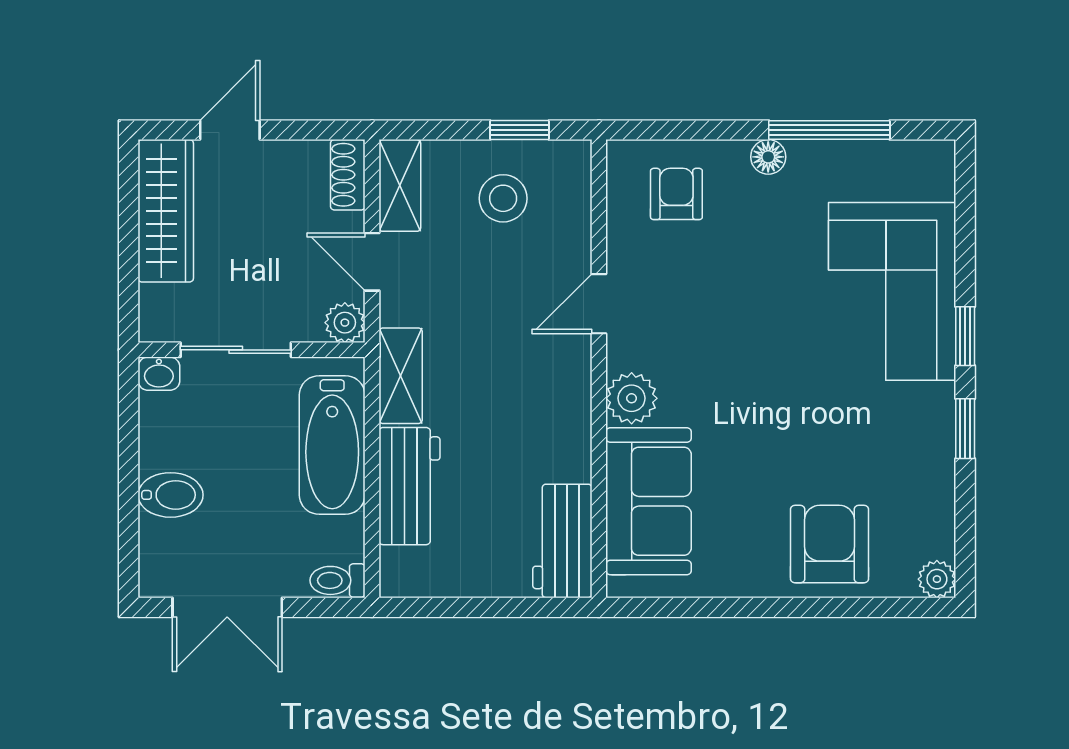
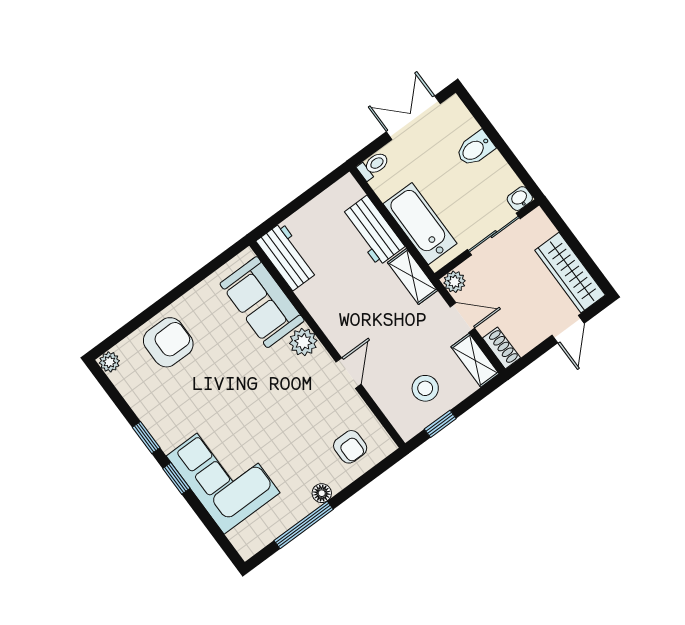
armchair: (829, 544) -> (168, 342), turned -90

